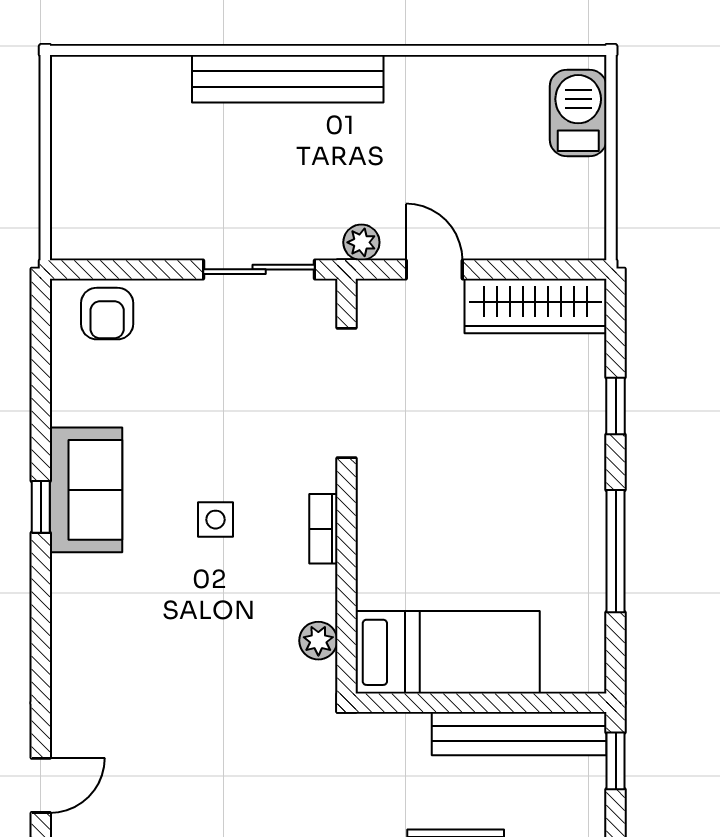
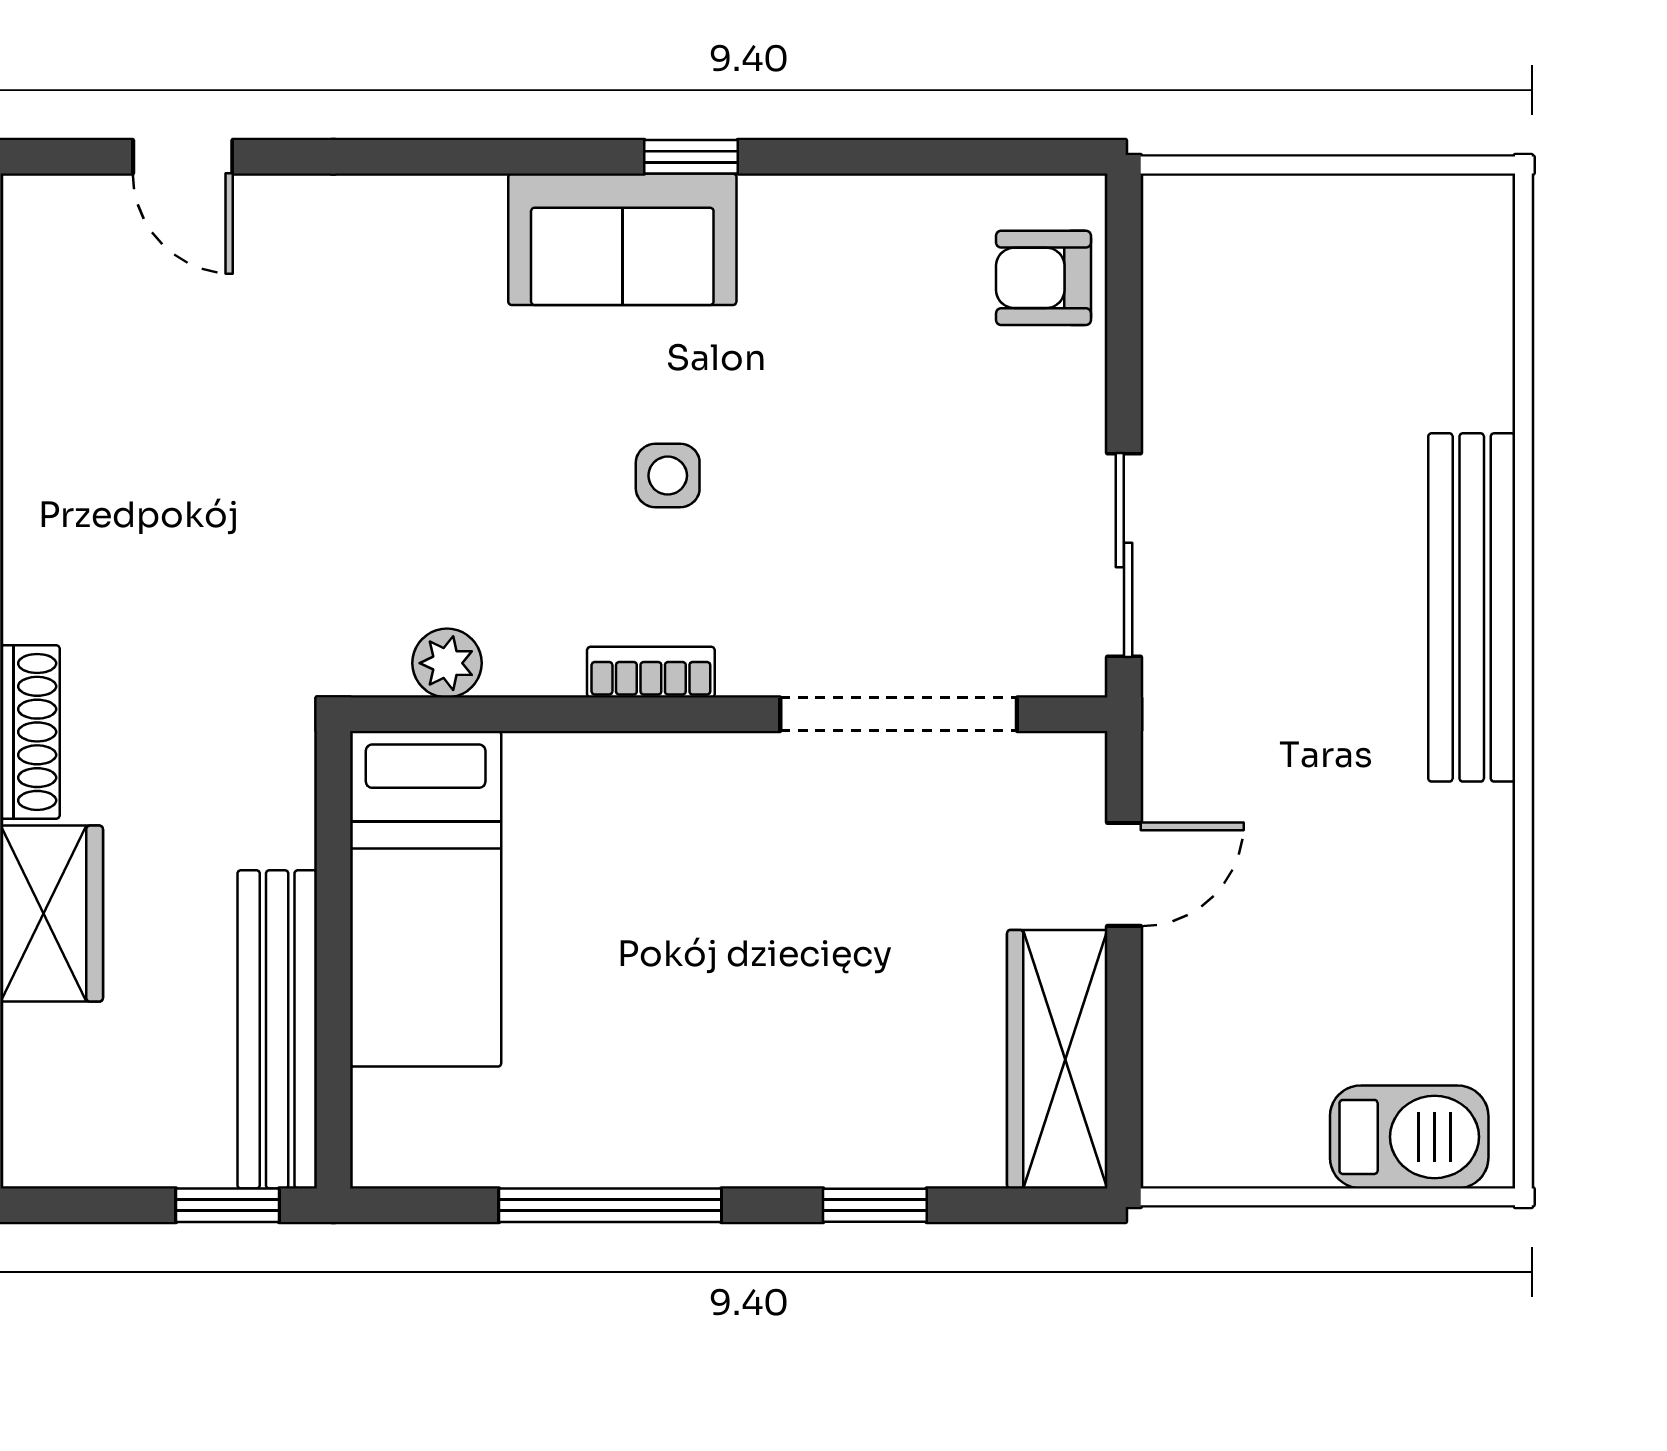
plant: (361, 242) -> (1173, 742), removed
sofa: (86, 490) -> (622, 239), moved

